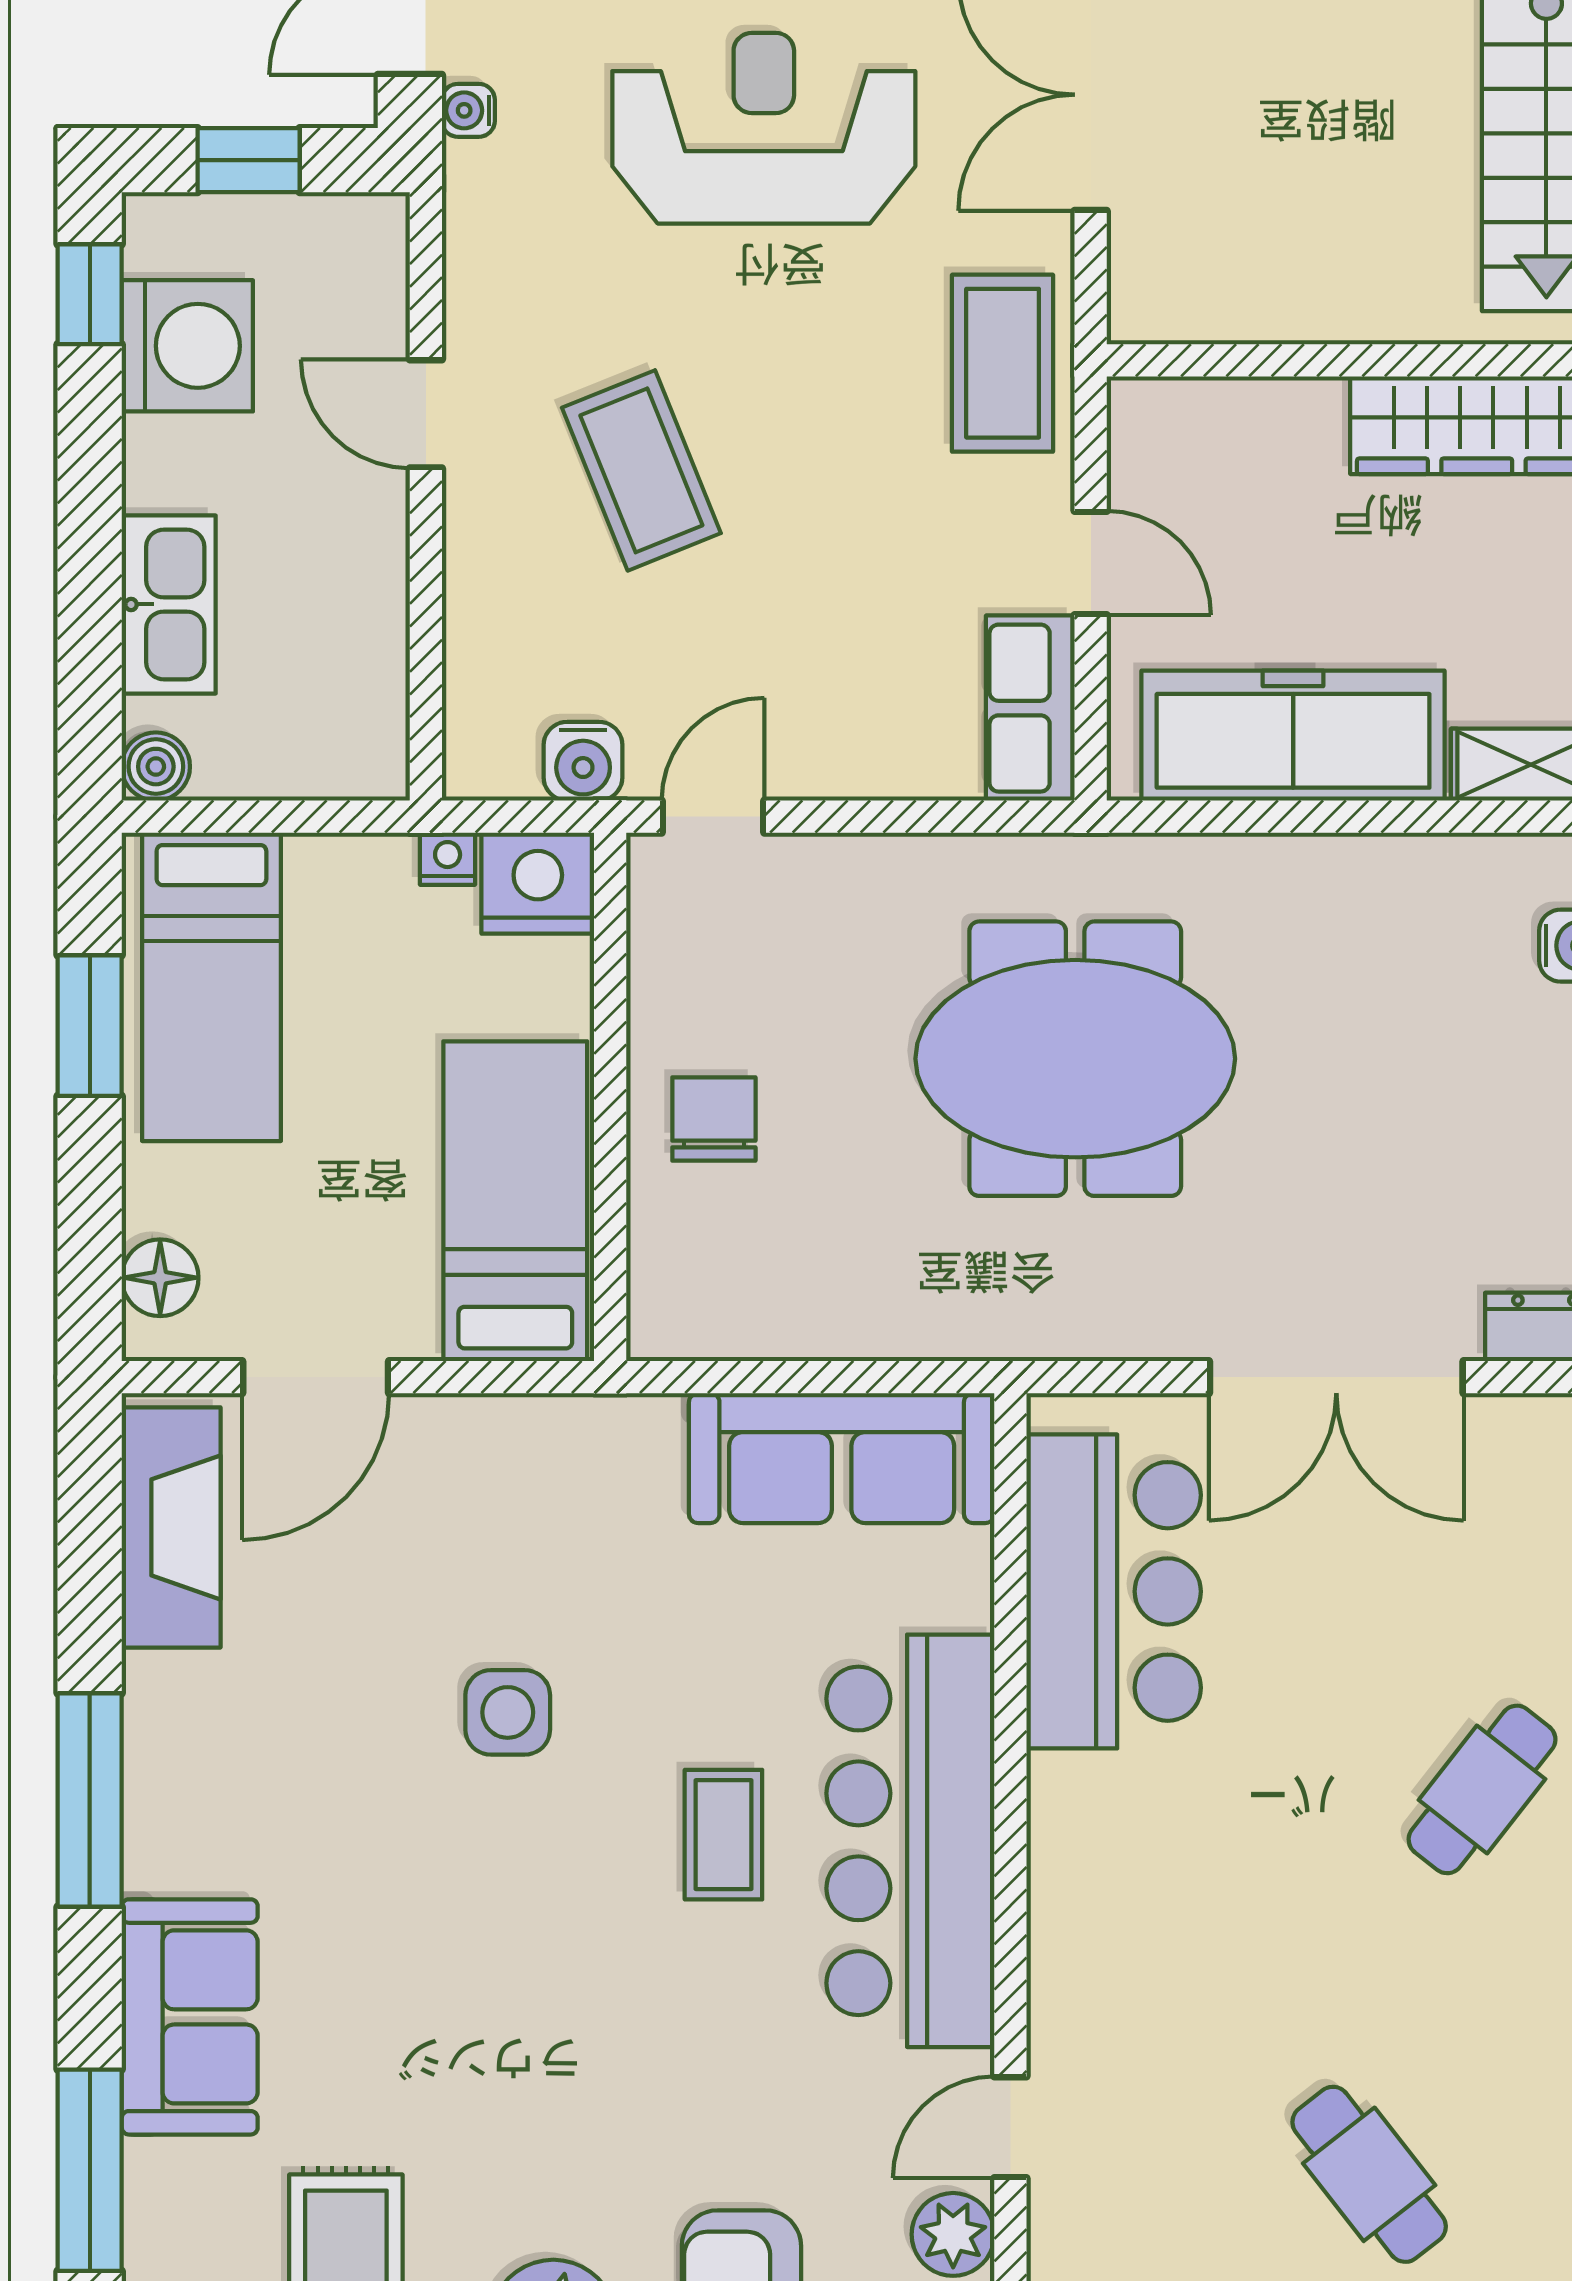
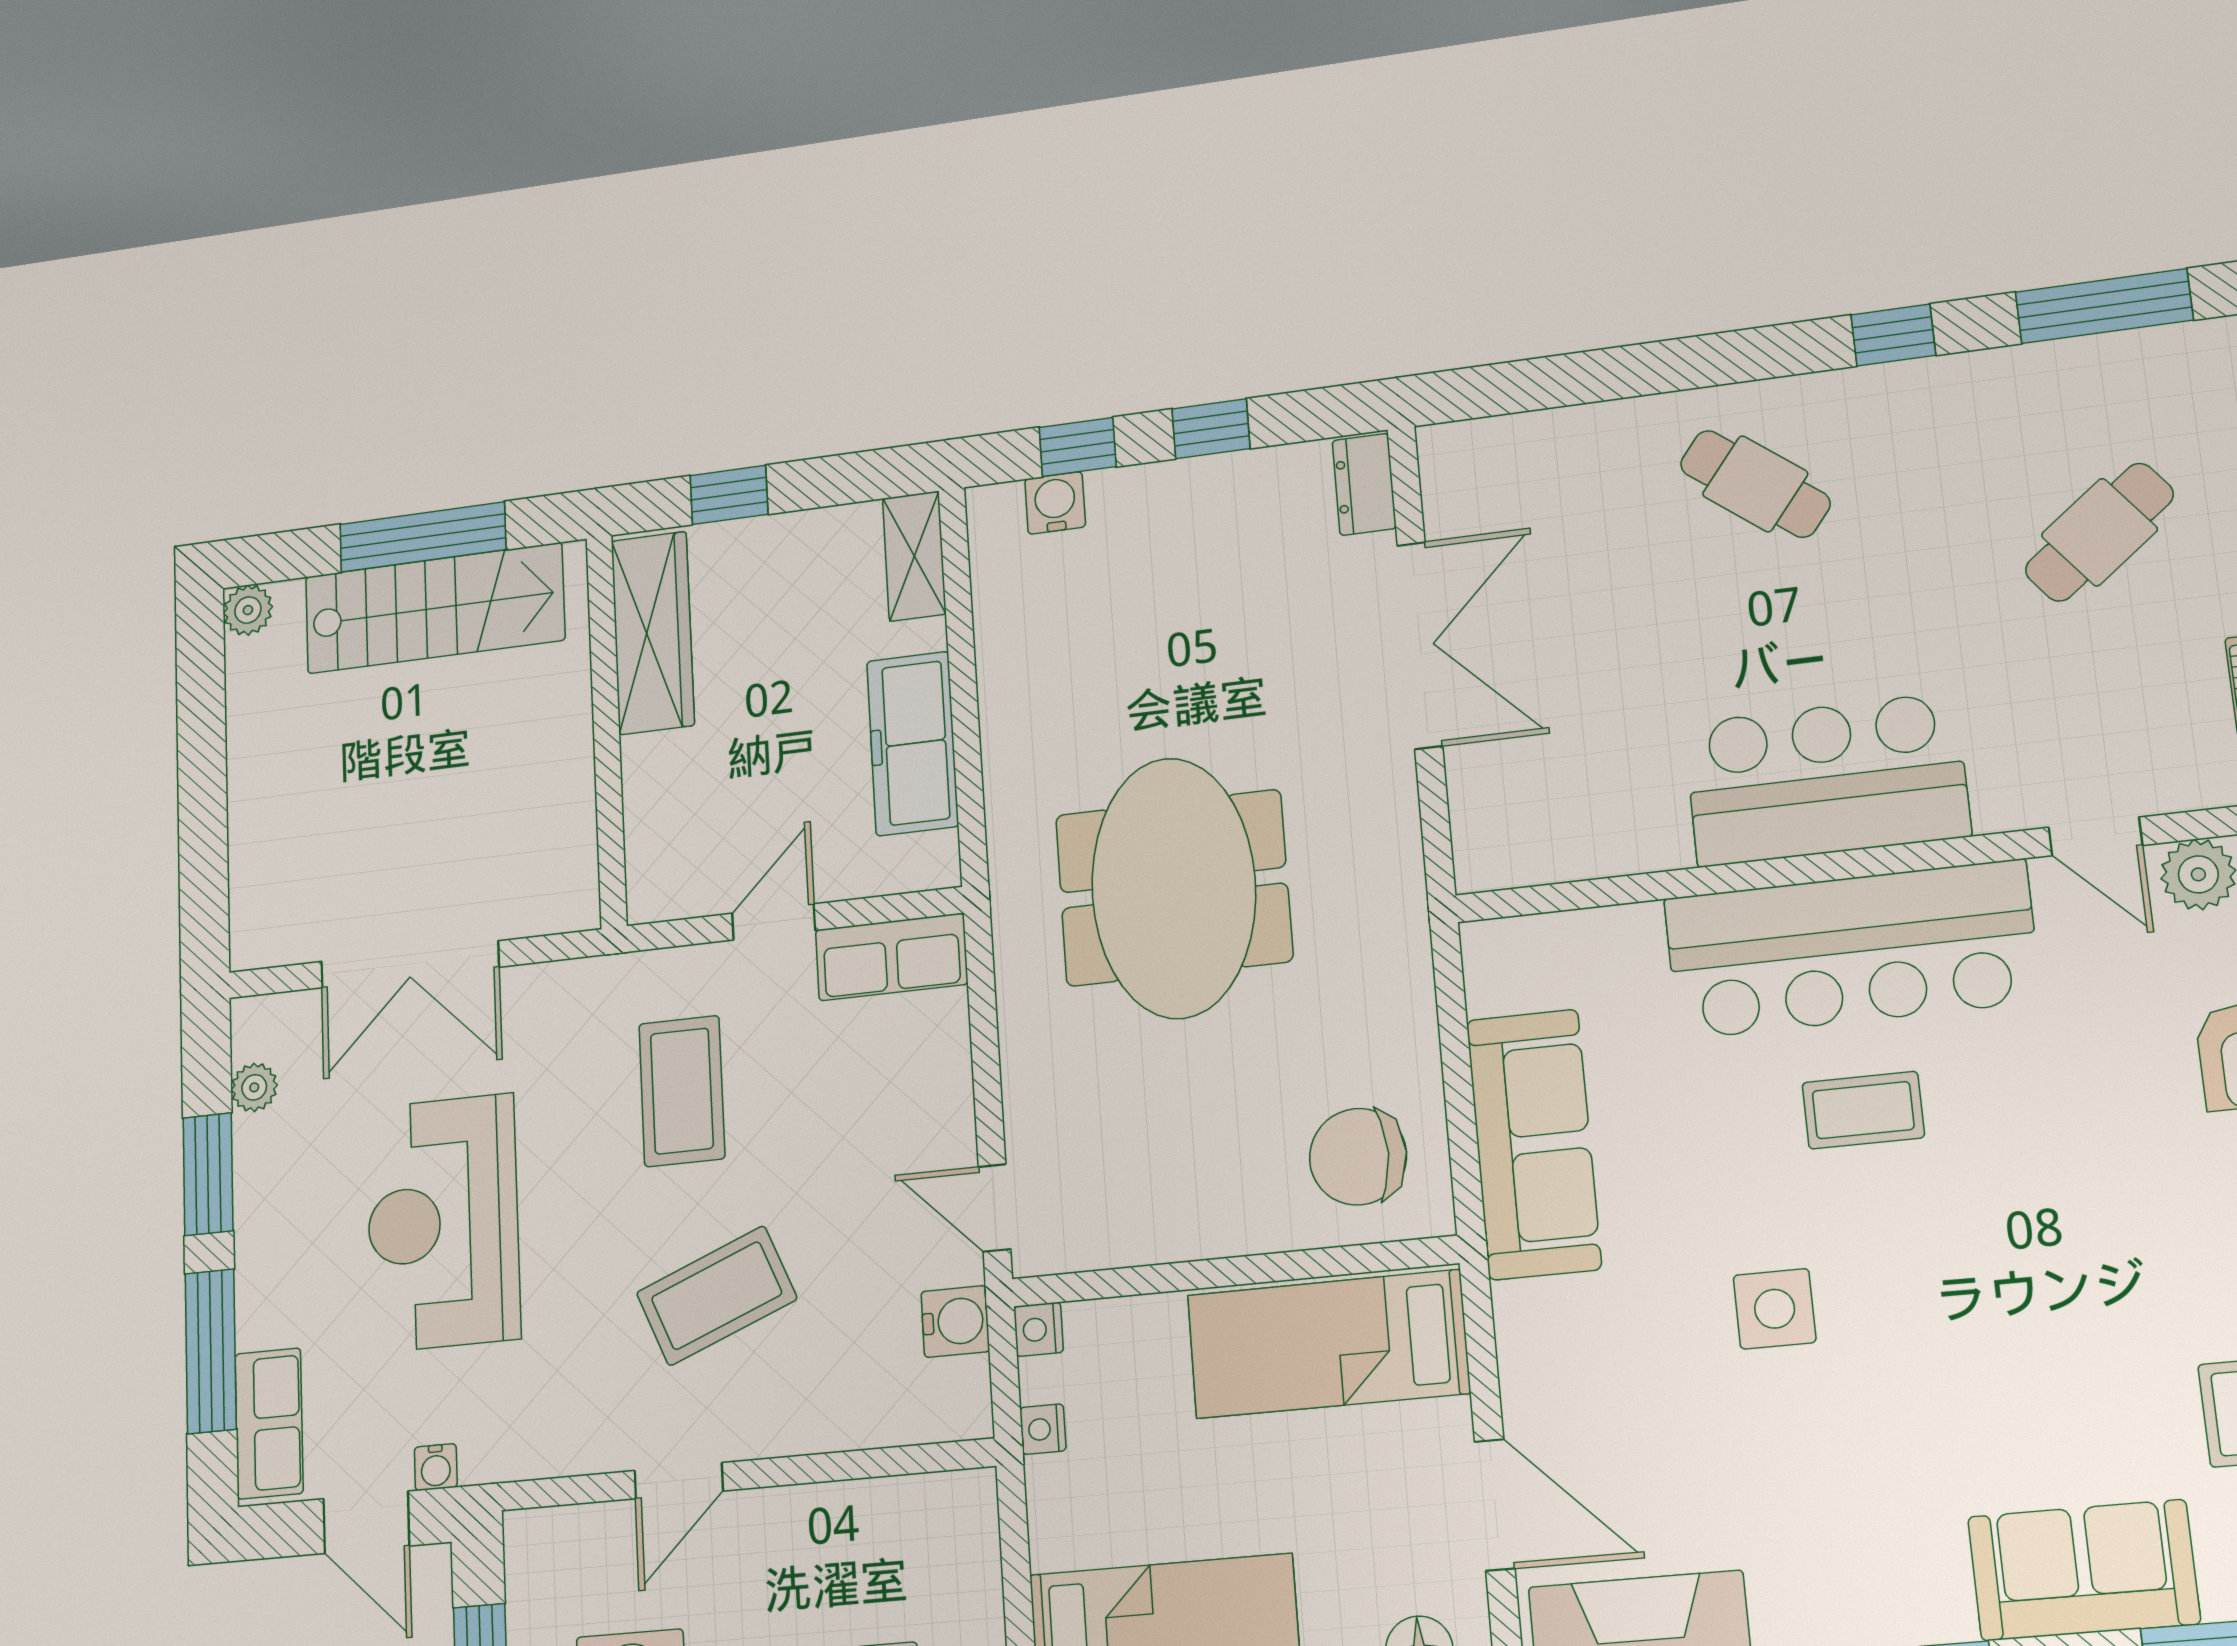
coffee table: (1003, 363) -> (682, 1091), moved, turned 90
freezer: (1293, 736) -> (912, 743), width x0.73, depth x0.79
nightstand: (538, 883) -> (1039, 1329), width x0.53, depth x0.56
chair: (714, 1119) -> (1358, 1157), moved, width x1.37, depth x1.37
sofa: (842, 1458) -> (1534, 1144), moved
bar counter: (1114, 1591) -> (1826, 780), moved

